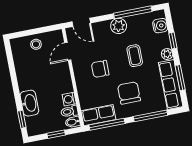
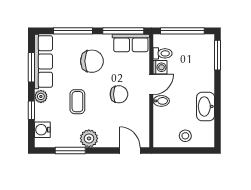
window: (133, 12) -> (70, 151), width x0.69
door: (68, 51) -> (151, 84), moved
chair: (129, 93) -> (92, 61), turned -90
washbasin: (29, 103) -> (206, 106), moved
window: (22, 119) -> (217, 55), width x1.50
bidet: (73, 122) -> (161, 101), moved
window: (56, 134) -> (182, 31), width x2.17

